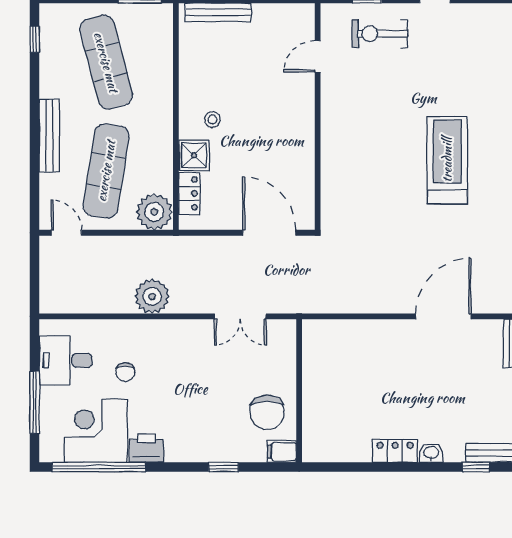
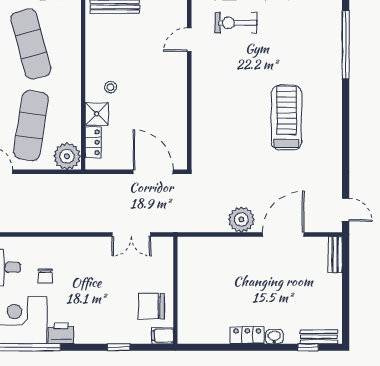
plant: (152, 296) -> (241, 219), moved
chair: (267, 412) -> (151, 306), turned 90

